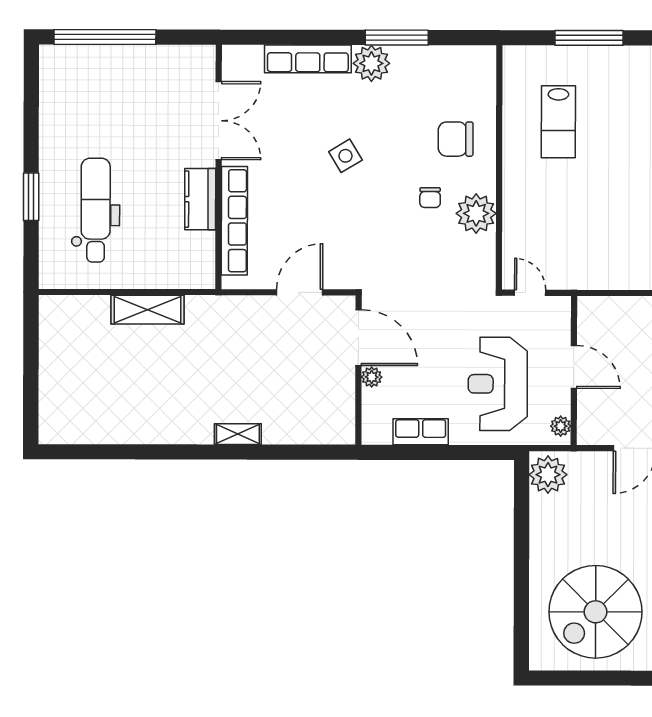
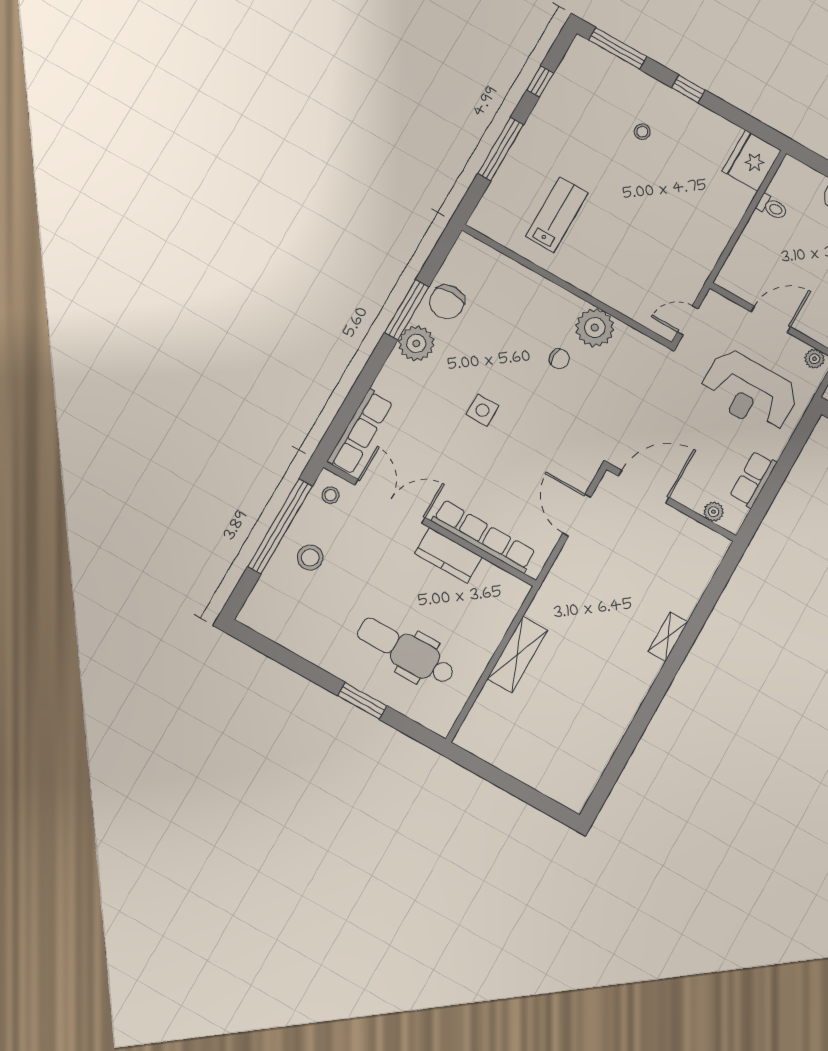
window: (105, 37) -> (280, 526), moved
row of seats: (308, 59) -> (360, 432), moved
stool: (195, 65) -> (331, 495), added
stool: (130, 79) -> (310, 558), added
lab bench: (558, 122) -> (557, 215), turned -90
chair: (456, 139) -> (447, 302), moved
side table: (345, 156) -> (483, 410), turned 31
plant: (372, 377) -> (714, 512), moved

